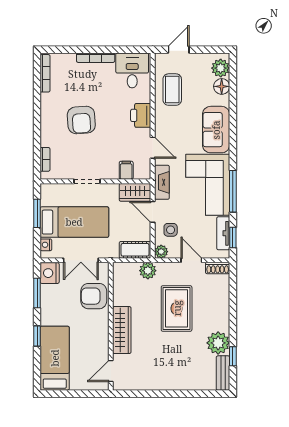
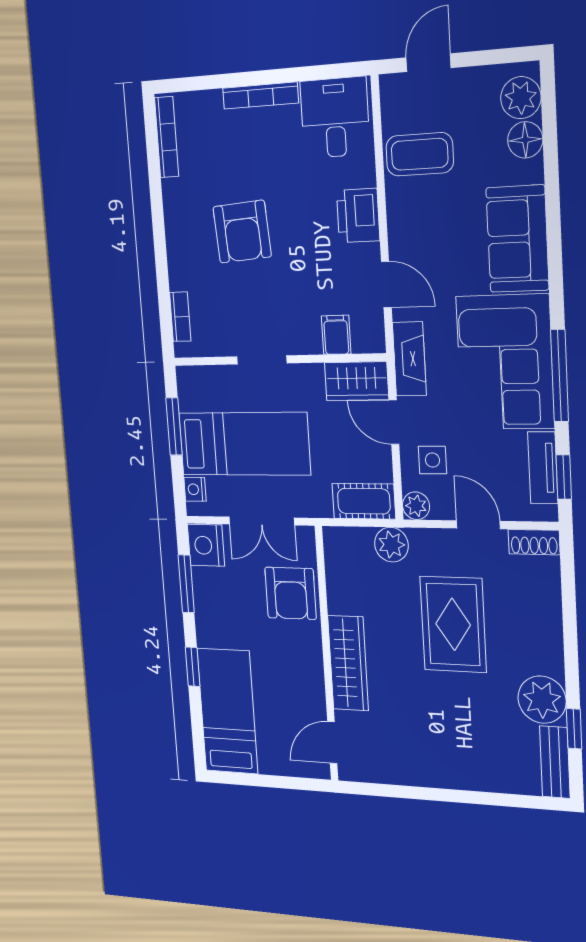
coffee table: (172, 90) -> (420, 154), turned 90
armchair: (94, 296) -> (291, 593), turned -90

